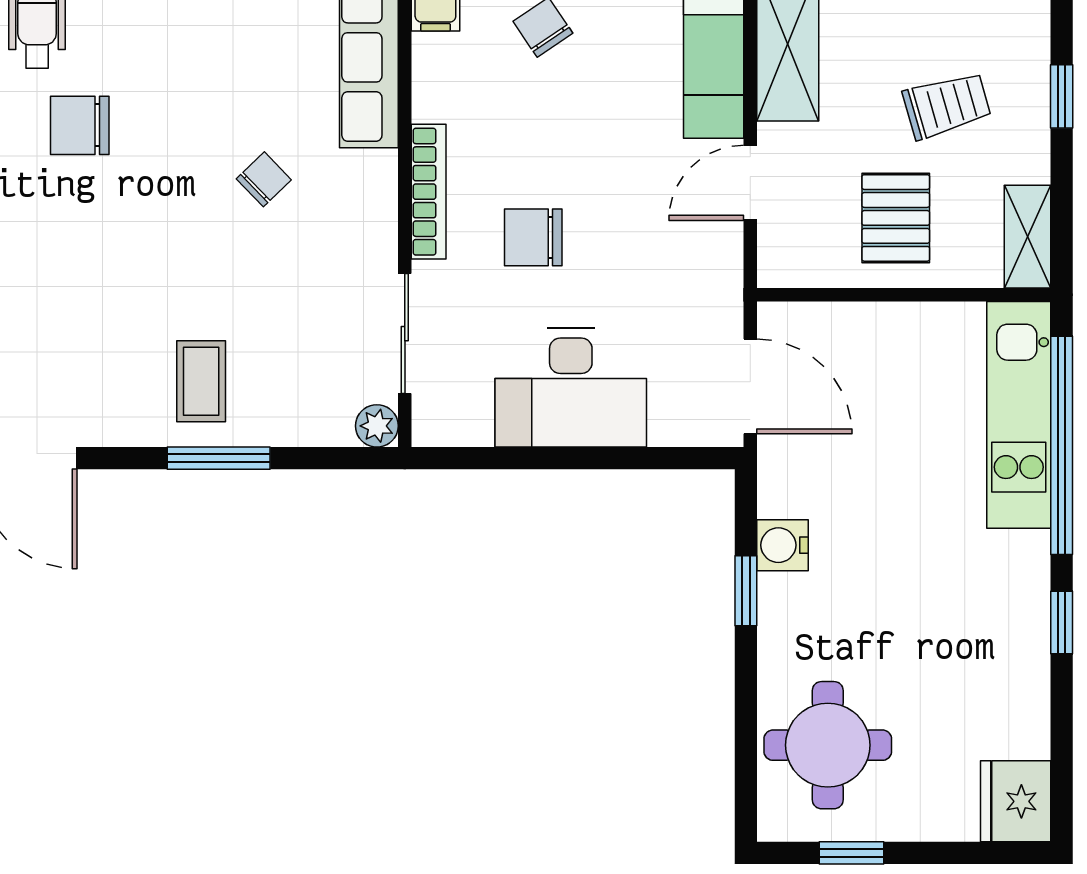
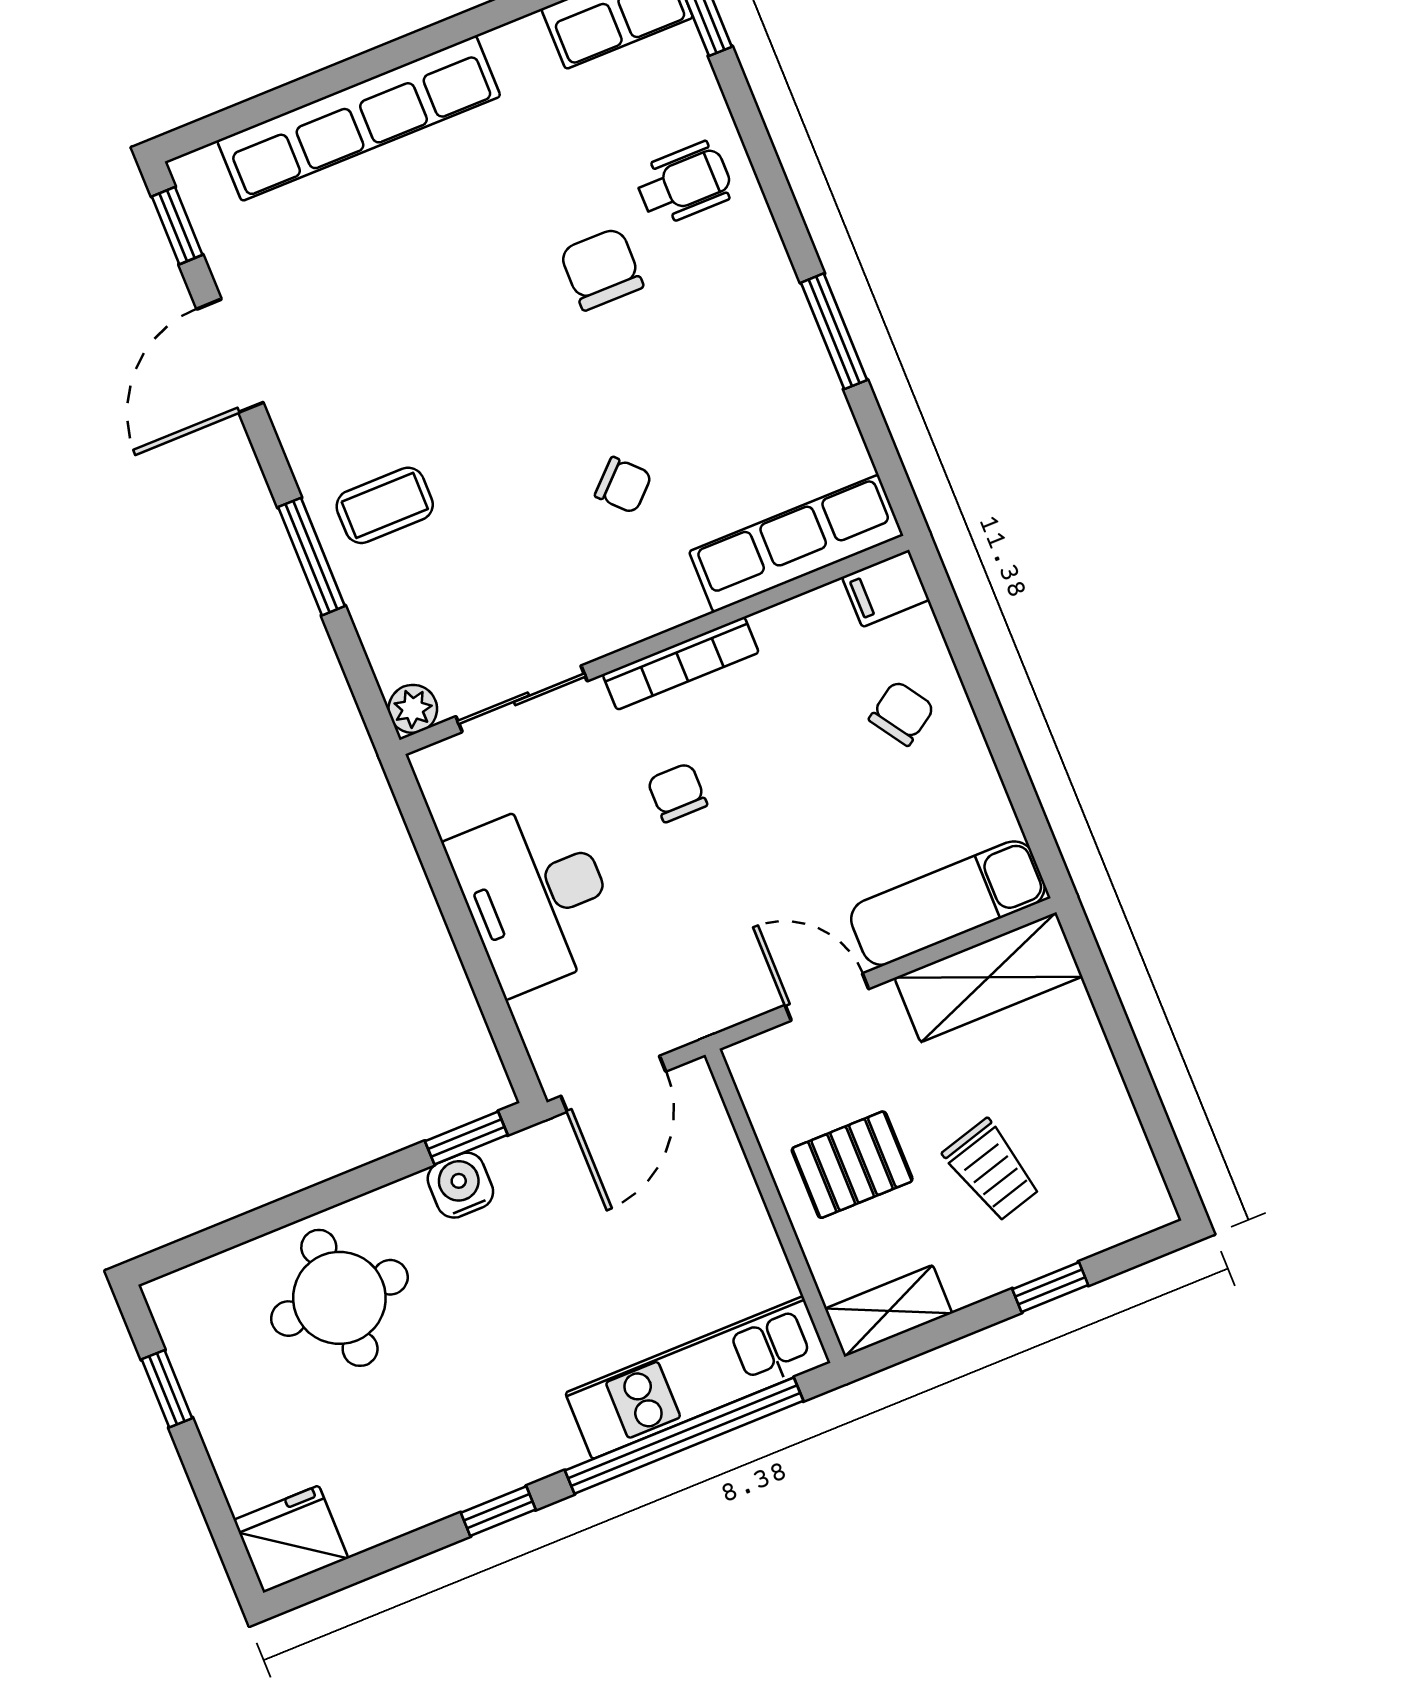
chair: (533, 237) -> (677, 793), width x0.73, depth x0.73
window: (746, 591) -> (466, 1138), moved
round table: (828, 745) -> (339, 1298), moved

